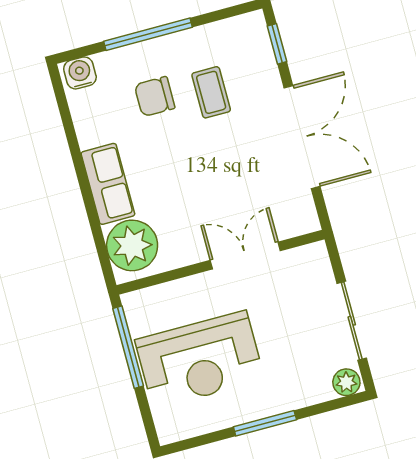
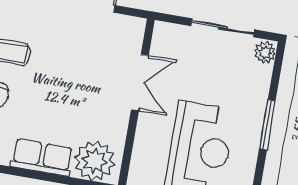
double door: (245, 256) -> (140, 83), swing flipped

